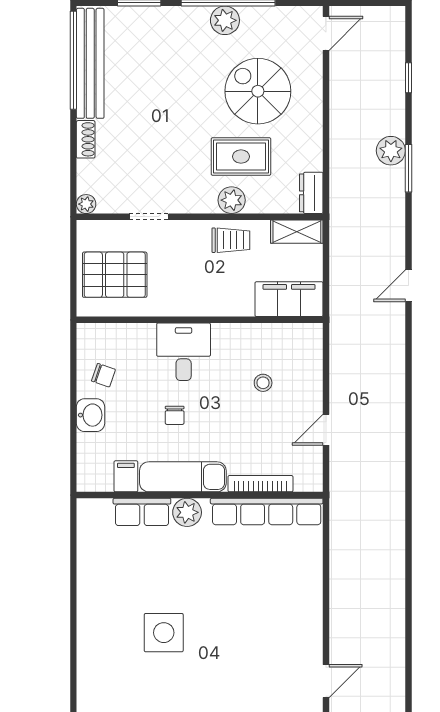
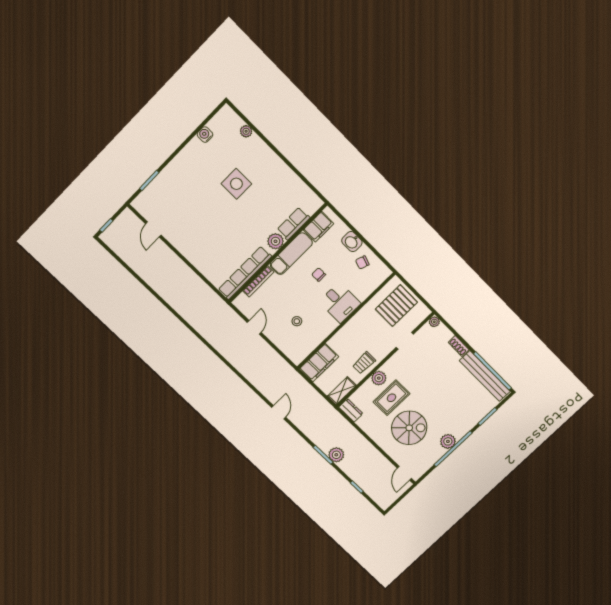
filing cabinet: (126, 476) -> (319, 227), width x2.00
plant: (87, 684) -> (246, 131), added

